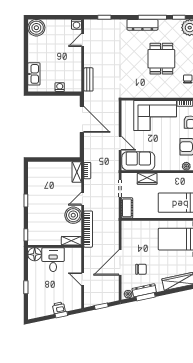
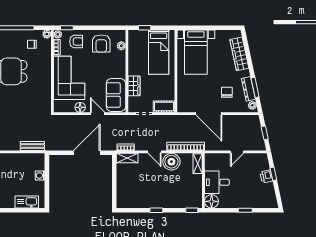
door: (82, 119) -> (87, 153), moved
floor lamp: (126, 126) -> (80, 107), added
door: (120, 143) -> (98, 114), hinge flipped
door: (120, 262) -> (209, 114), moved

